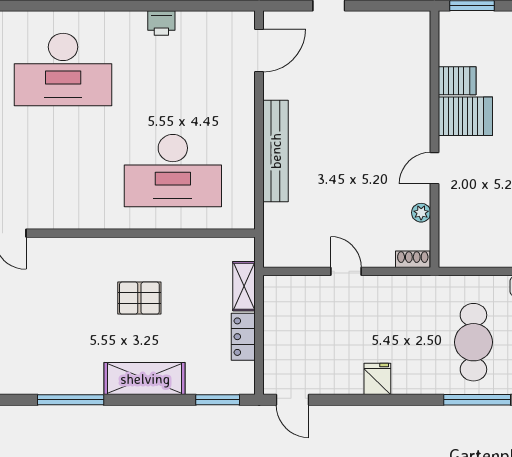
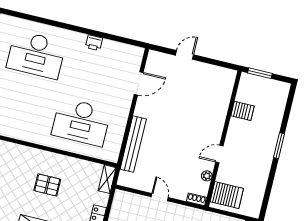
door: (259, 51) -> (139, 83), moved
server rack: (465, 116) -> (227, 195), moved
bench: (276, 151) -> (133, 144), moved
shelving: (244, 286) -> (107, 179), moved

